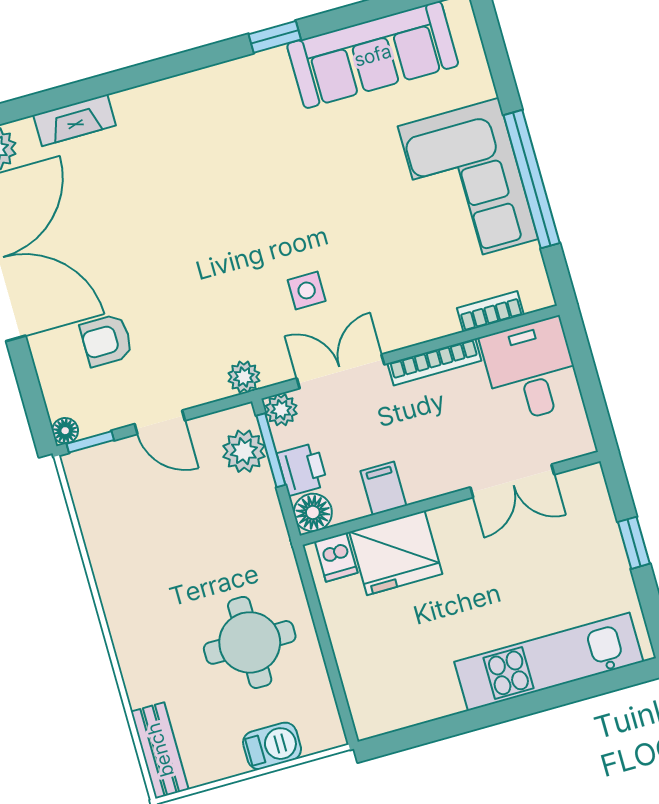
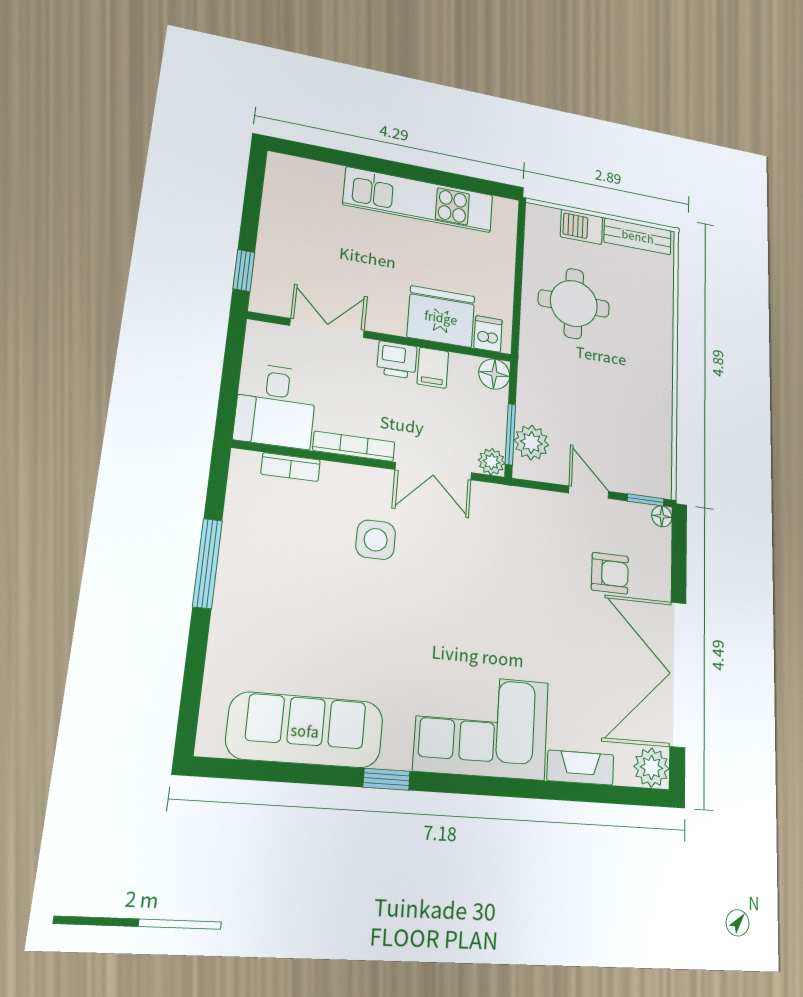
window: (532, 179) -> (207, 563), width x0.68
corner sofa: (468, 183) -> (482, 726), moved, turned -90
side table: (307, 290) -> (376, 540), moved, width x1.37, depth x1.37
plant: (244, 377) -> (512, 499), removed
printer: (302, 469) -> (397, 360), moved, turned -90
window: (634, 543) -> (244, 271), moved
kitchen unit: (549, 662) -> (419, 200), moved
bench: (160, 750) -> (638, 236), moved, turned 90

